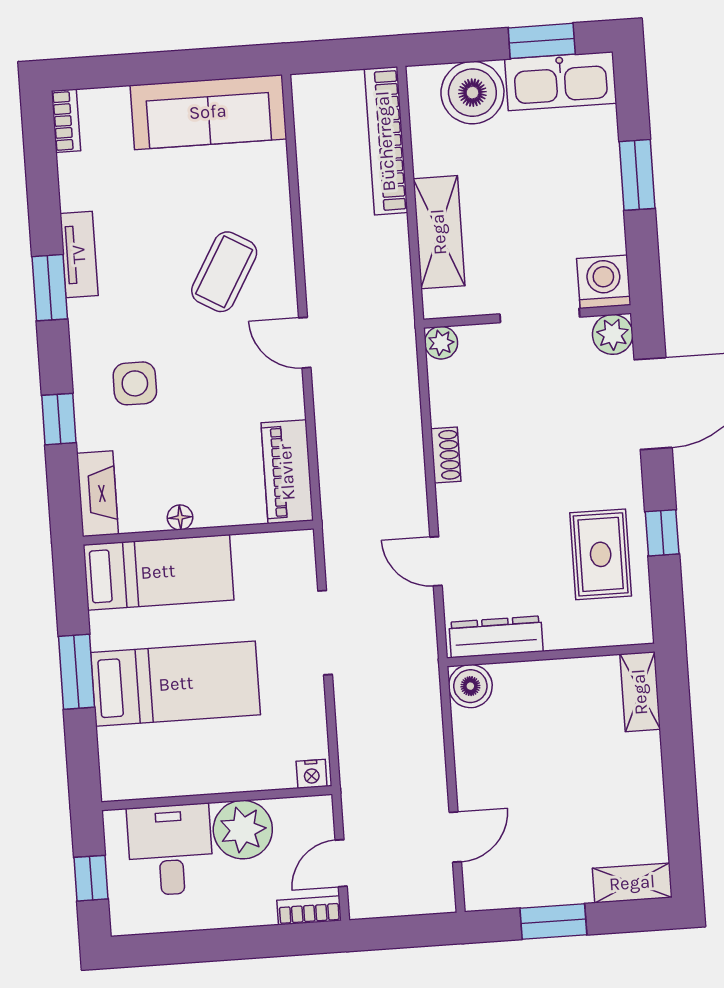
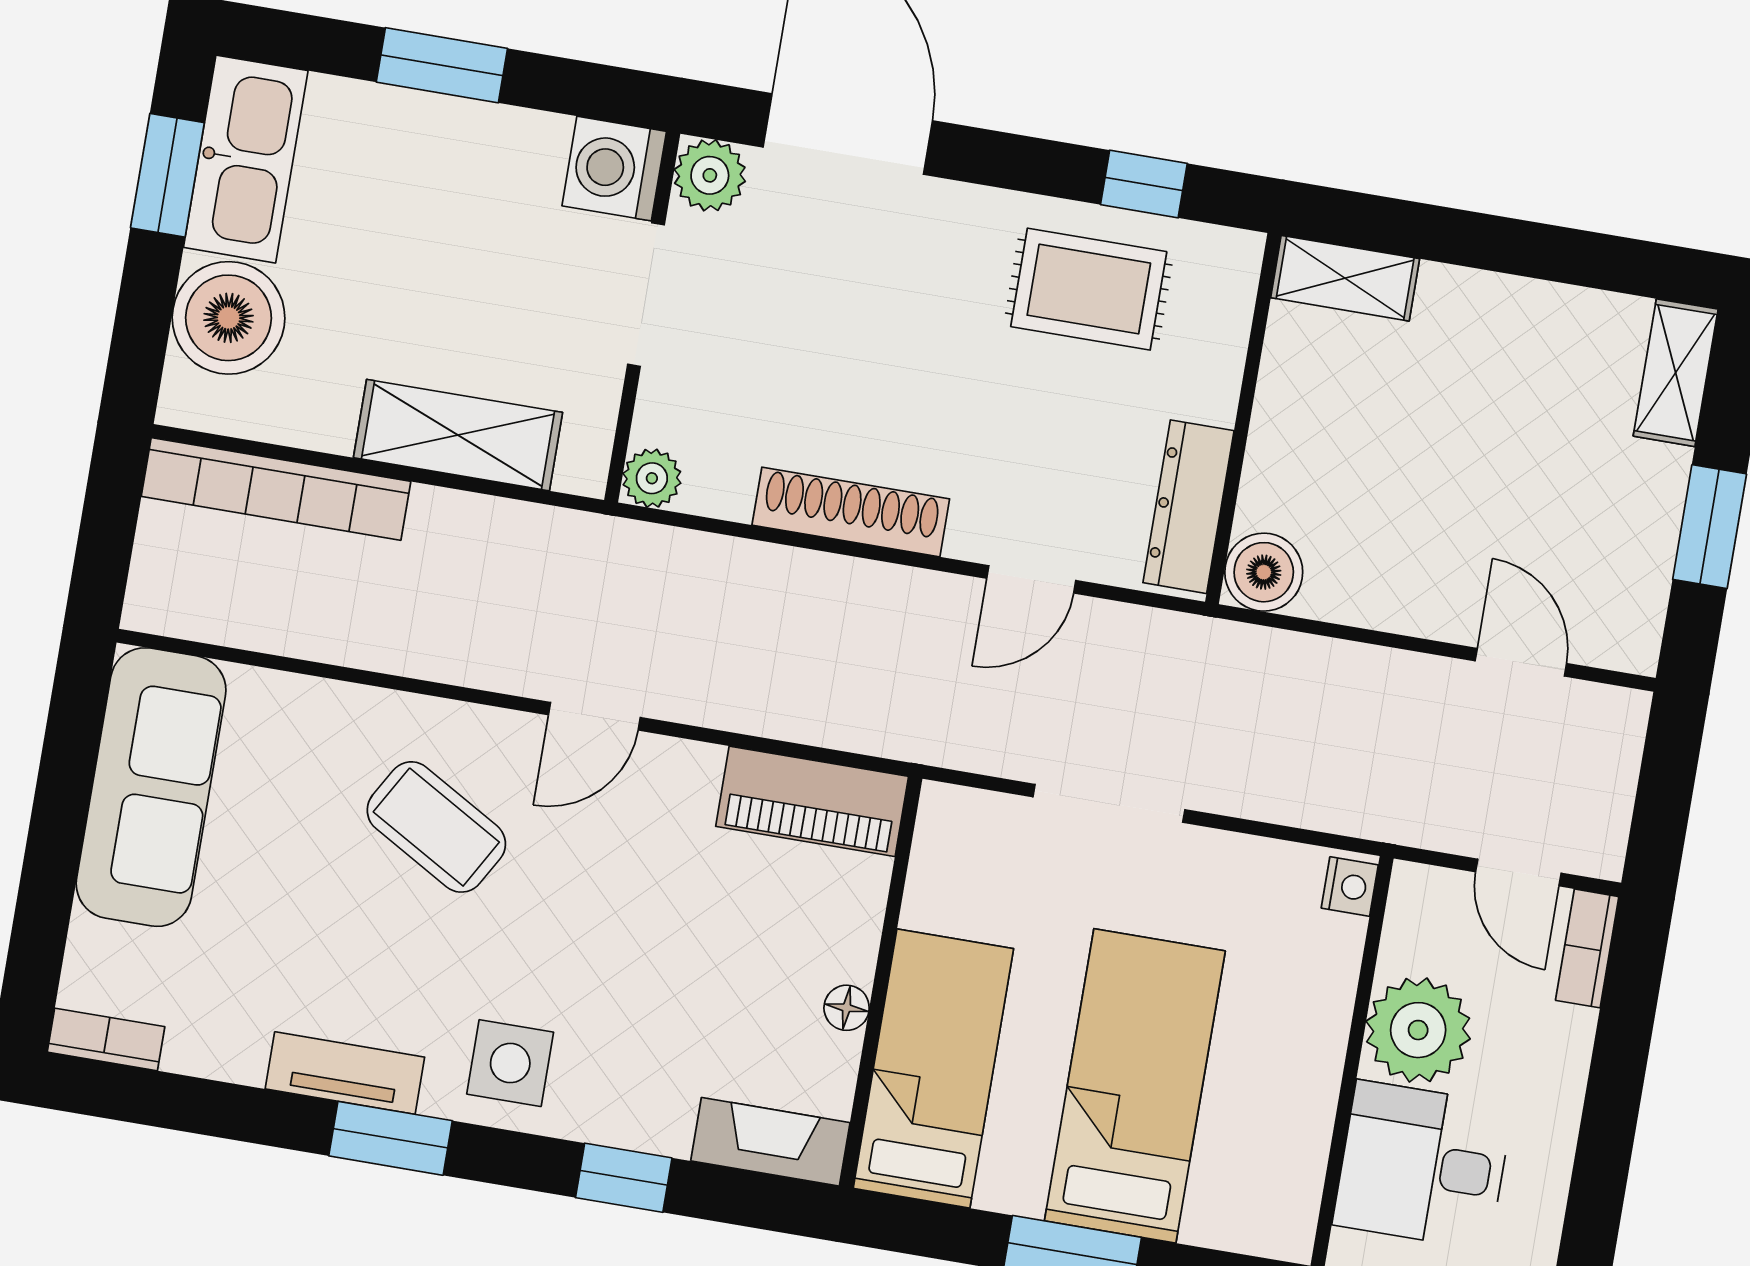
side table: (135, 383) -> (510, 1063), moved
shoe rack: (446, 455) -> (851, 512), width x1.94, depth x1.24
window: (662, 533) -> (1144, 184), moved

